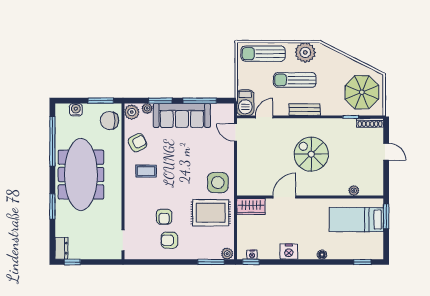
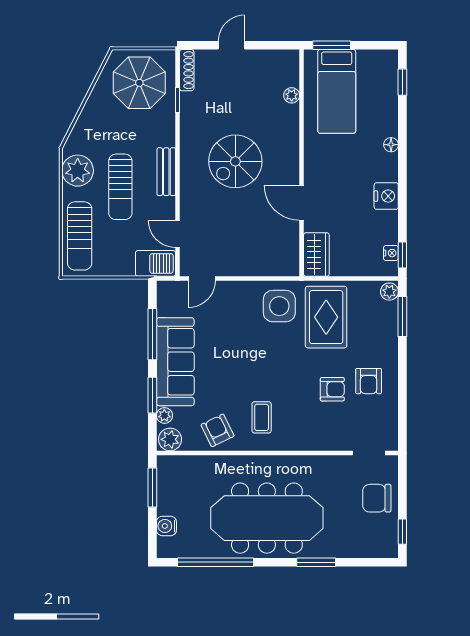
chair: (109, 120) -> (377, 498), moved, turned 90
dresser: (61, 248) -> (381, 548), removed

